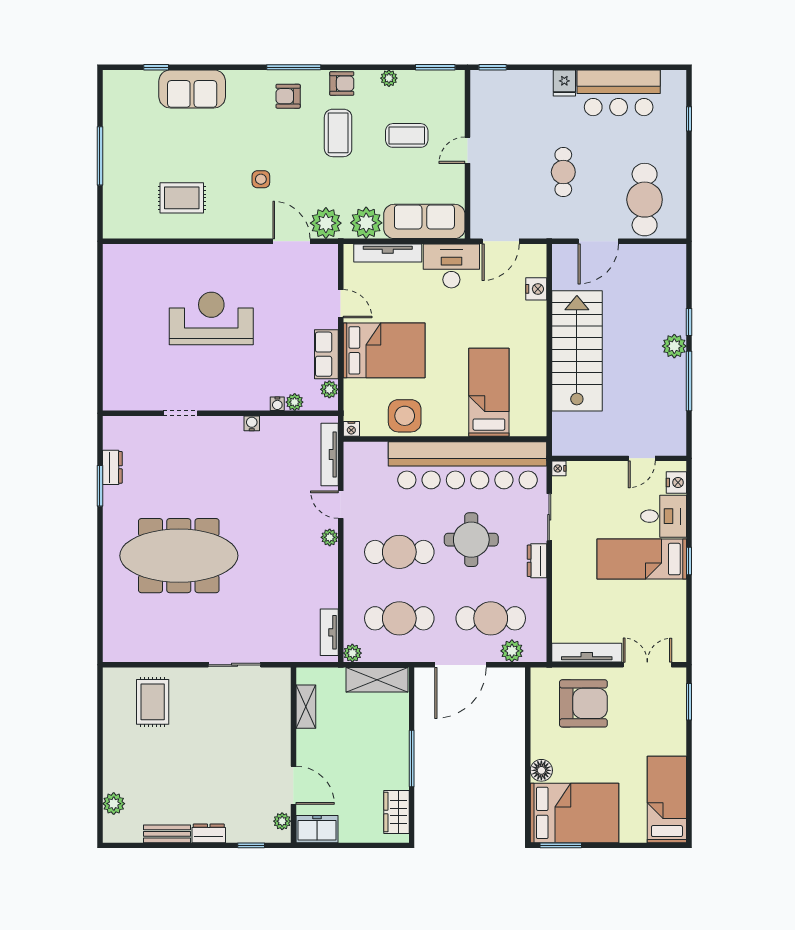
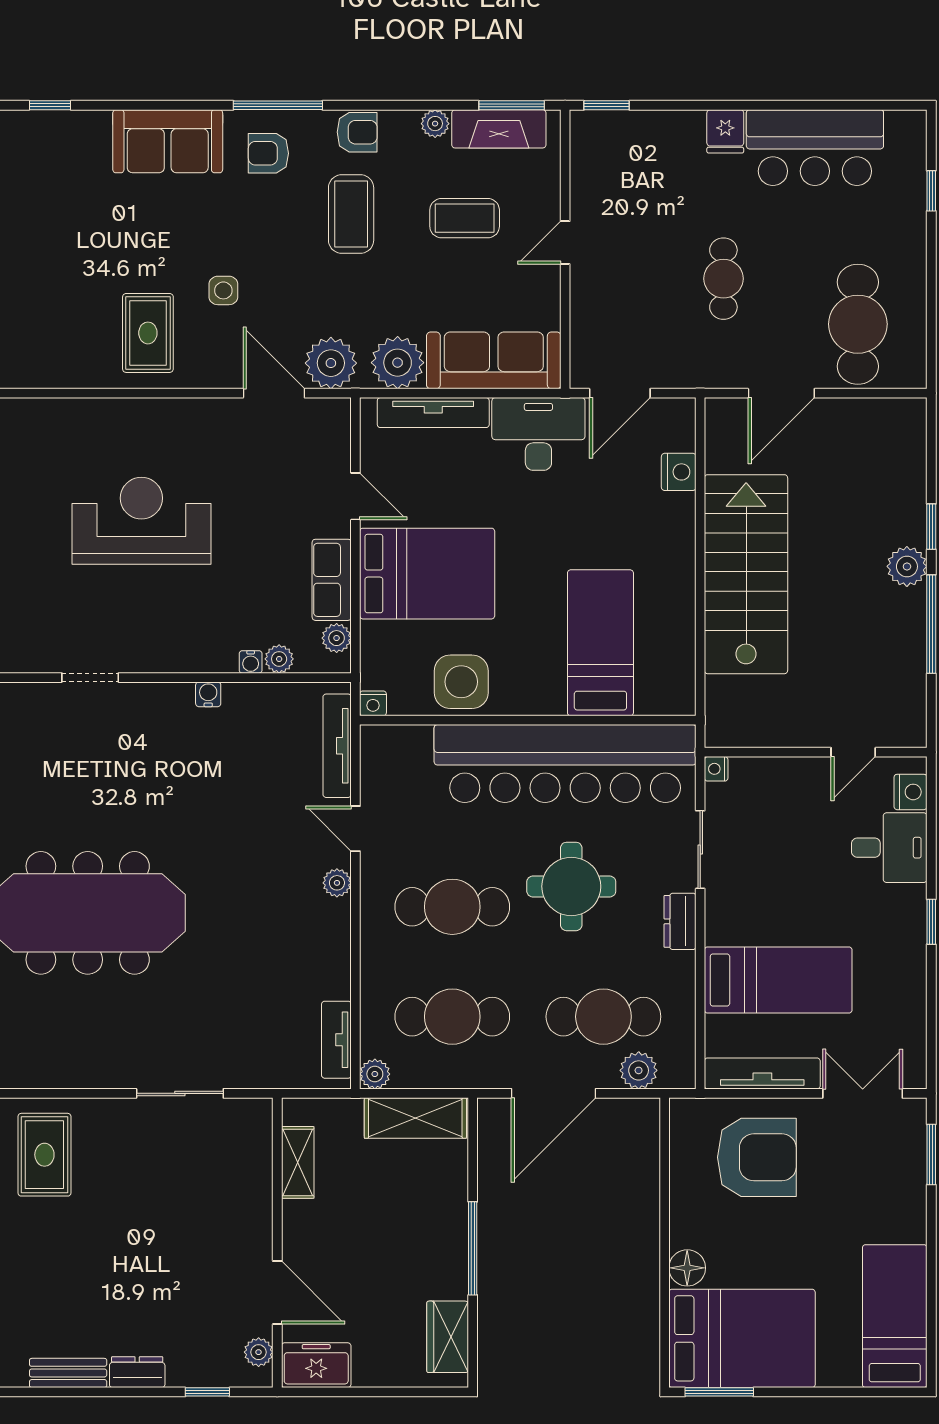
fireplace: (427, 81) -> (499, 129), added
sofa: (192, 89) -> (168, 141), moved
rug: (182, 198) -> (148, 333), moved, turned 90
bed: (642, 559) -> (778, 980), moved, turned 180

